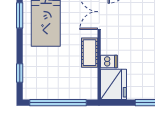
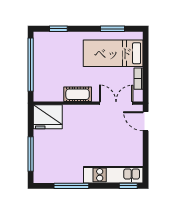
dishwasher: (109, 61) -> (69, 112), removed

